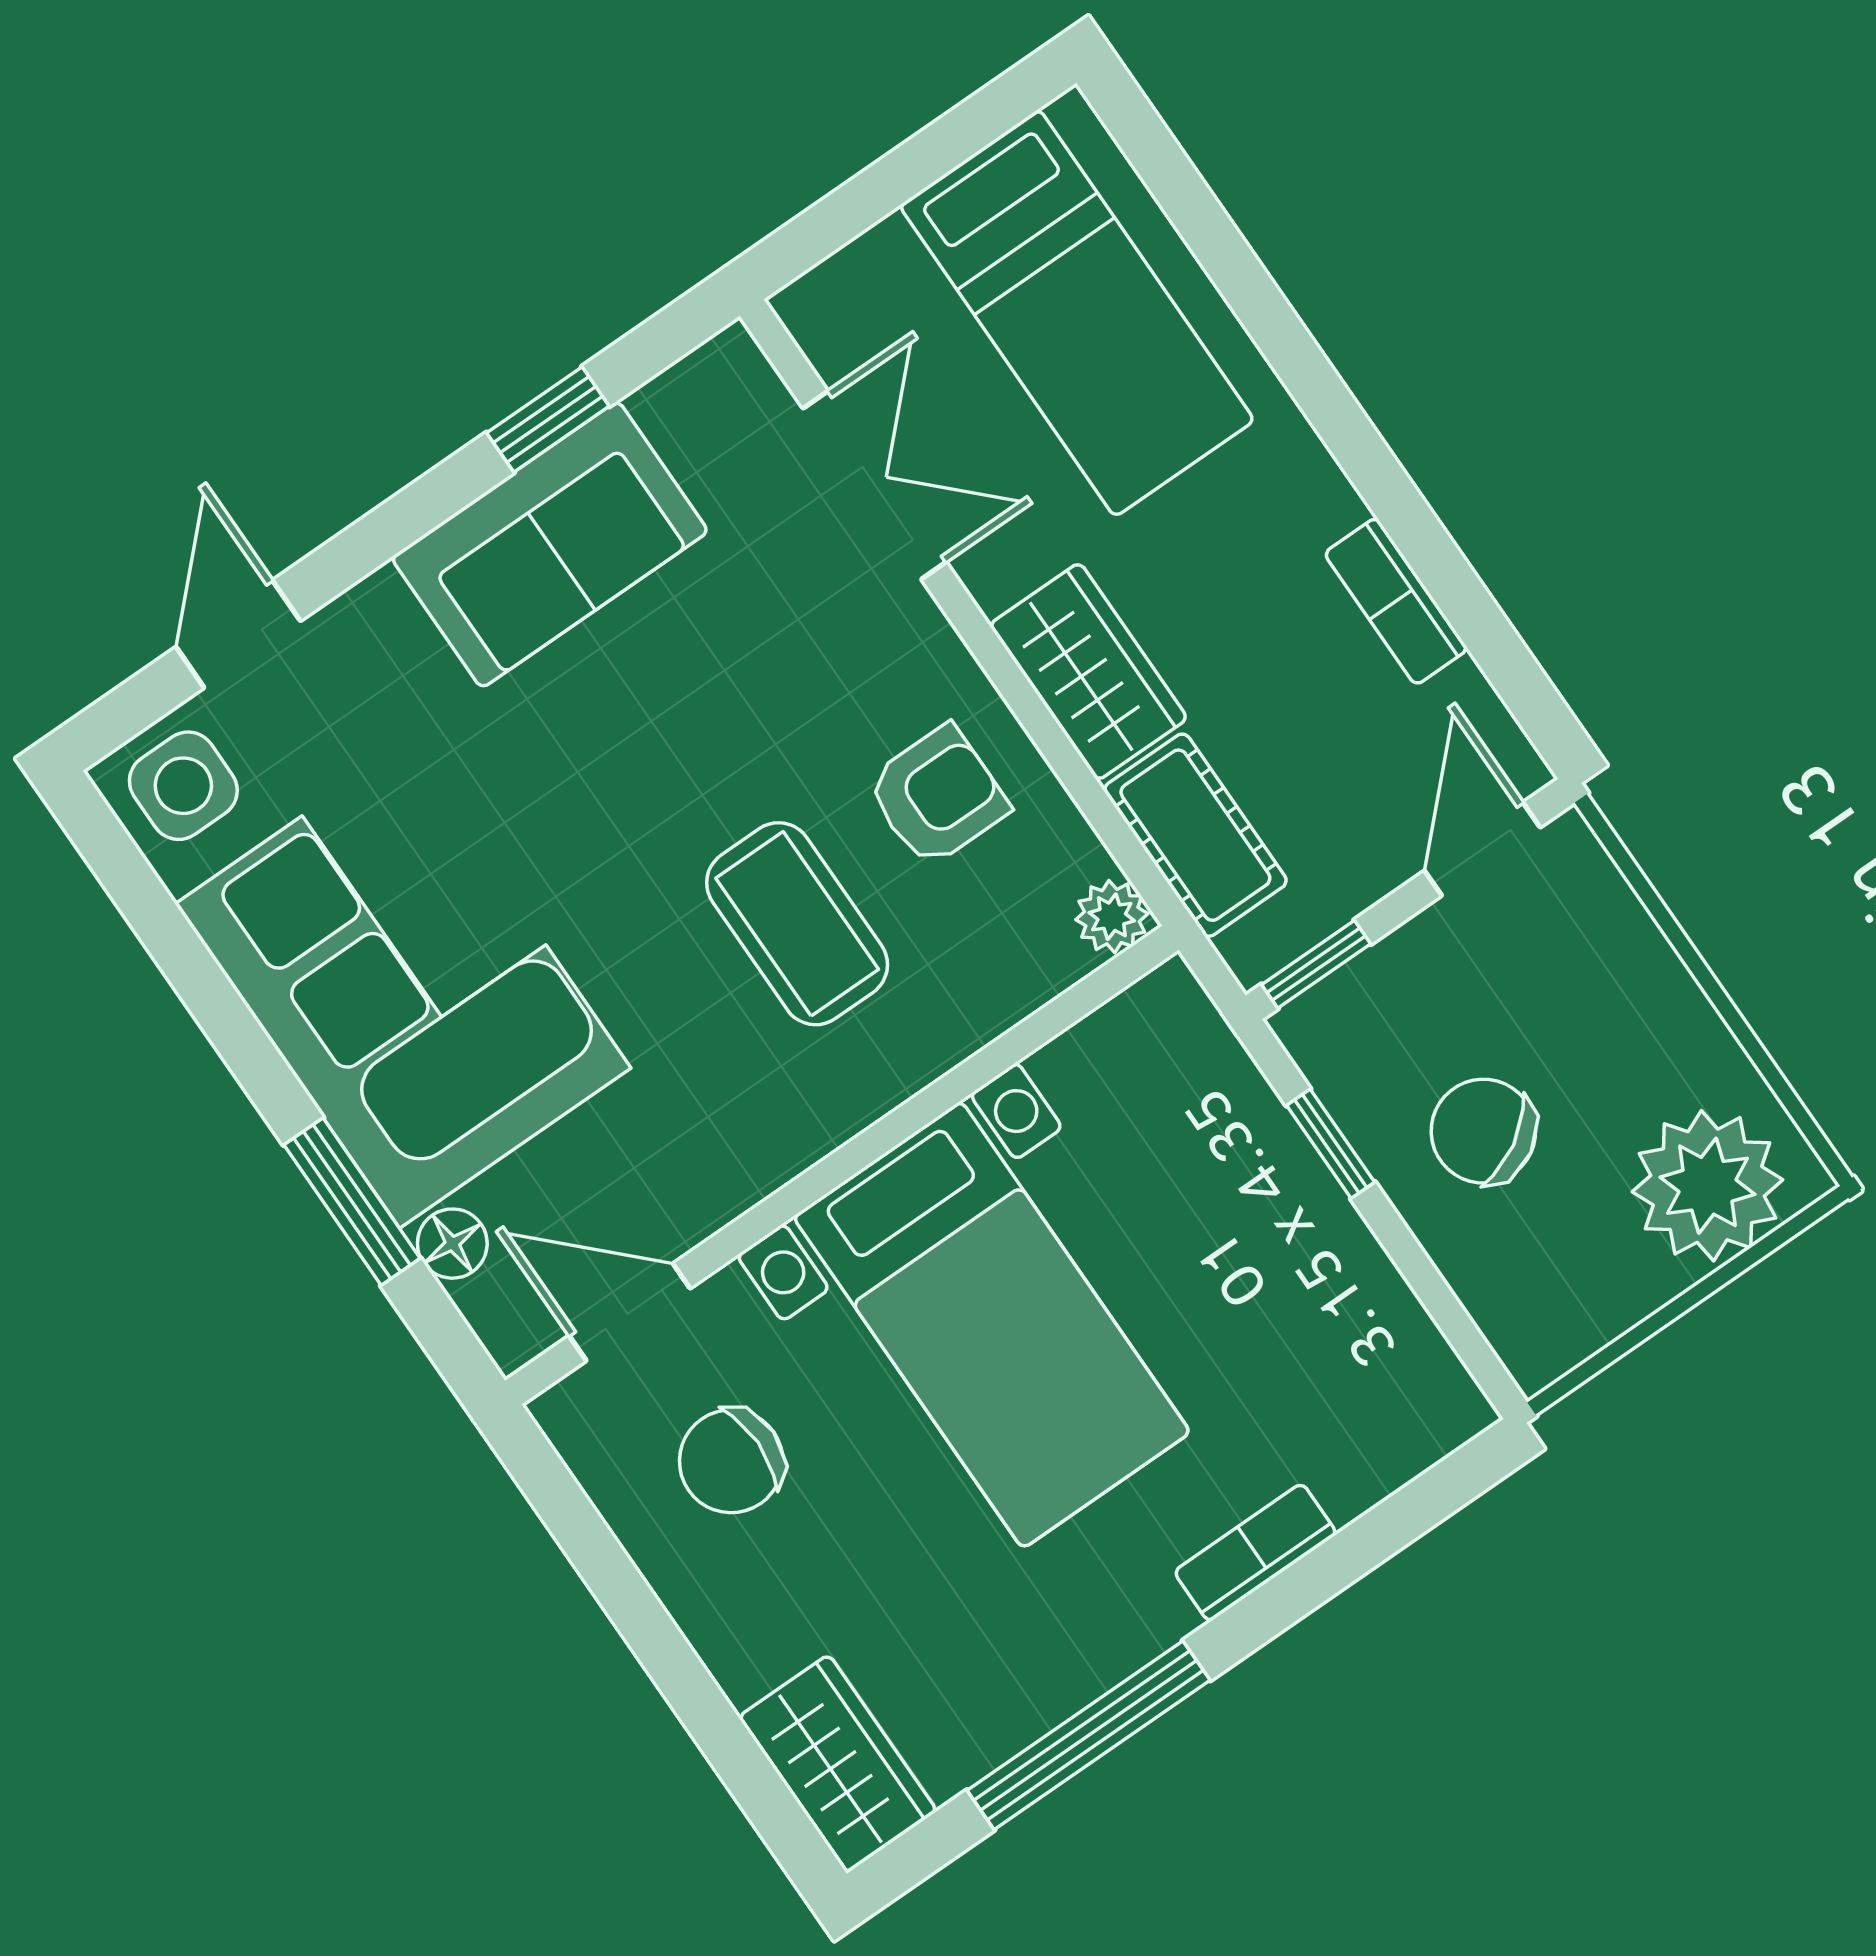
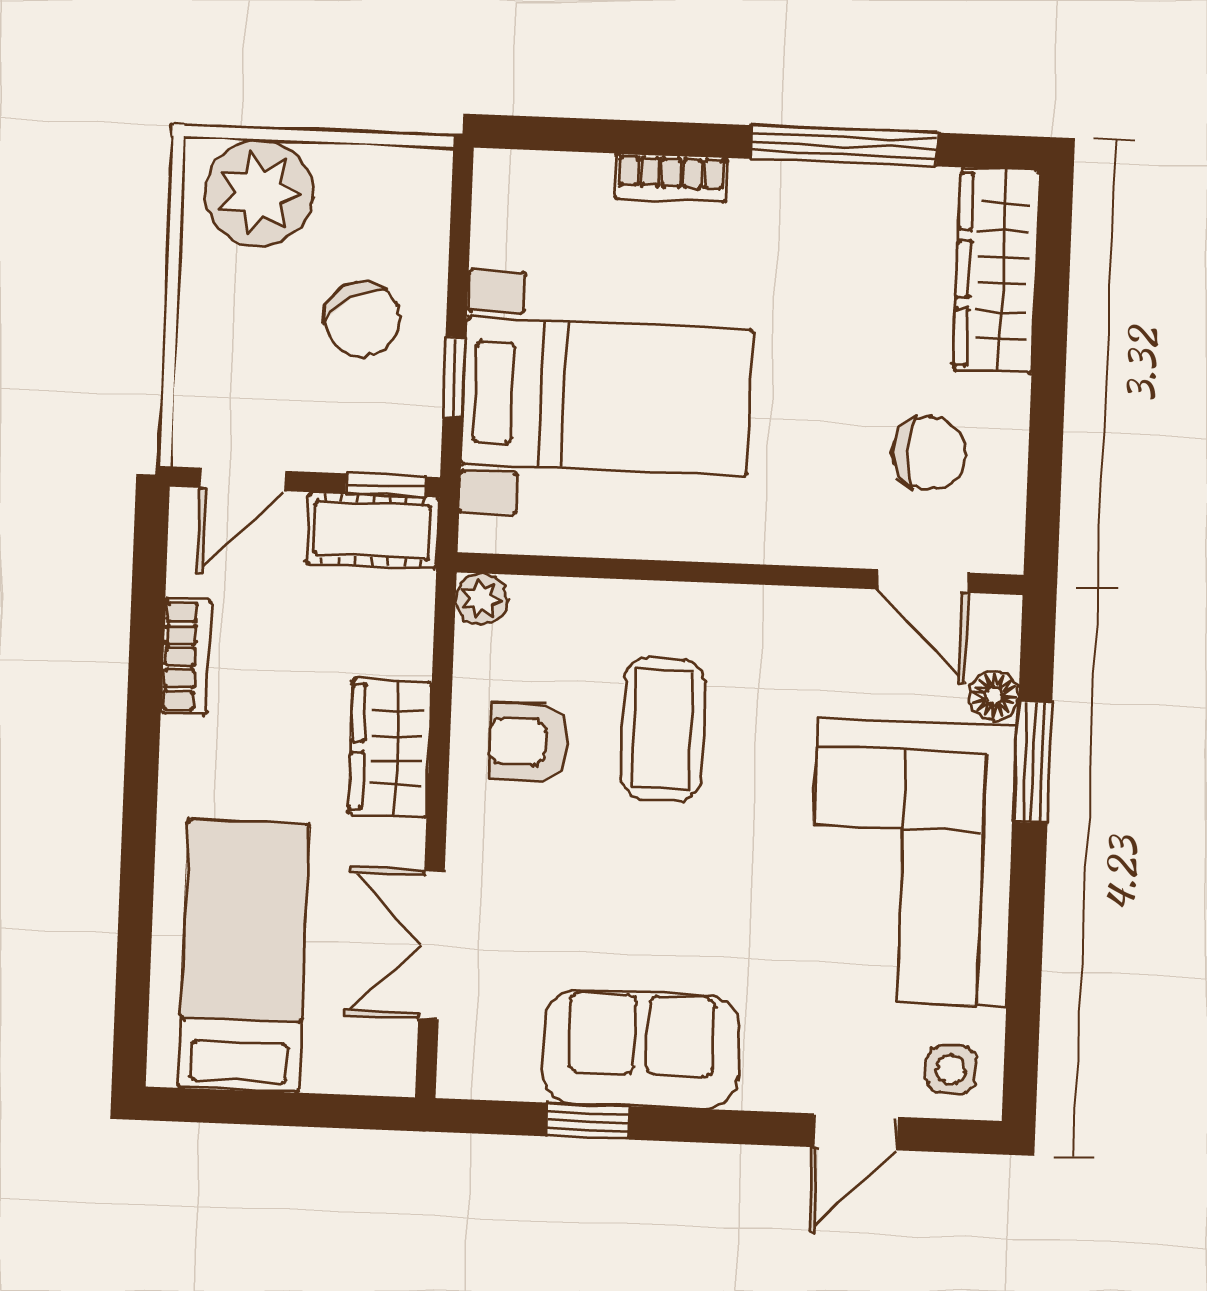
side table: (183, 786) -> (951, 1069), width x0.73, depth x0.73
cot: (1195, 835) -> (372, 530), moved, turned 90
bed with nightstands: (992, 1325) -> (607, 397), moved, turned 90
wardrobe: (838, 1764) -> (997, 270), width x1.50

